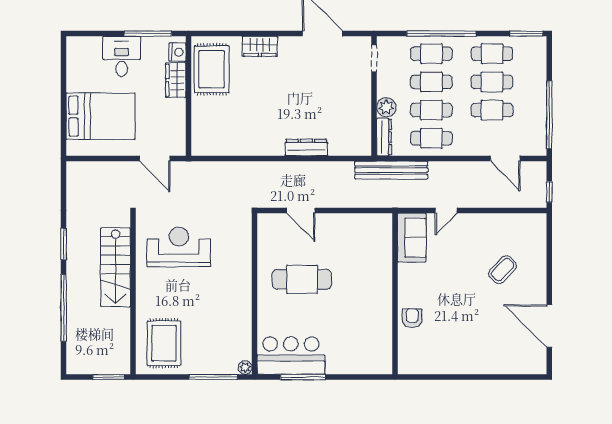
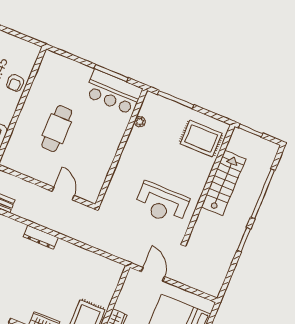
stairs: (115, 267) -> (224, 183), moved
cafe table: (302, 279) -> (57, 129), moved, turned 90
rug: (164, 343) -> (201, 139), turned 90
plant: (245, 368) -> (140, 122), moved

